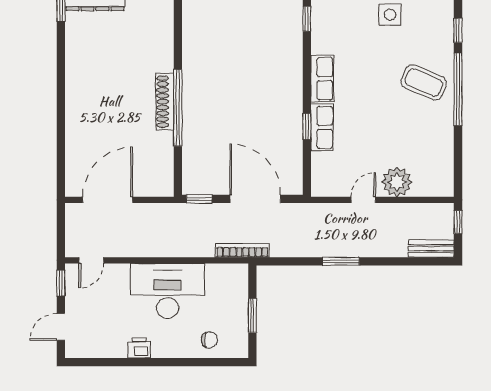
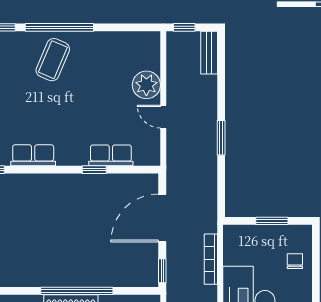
row of seats: (322, 79) -> (33, 155), moved
row of seats: (322, 127) -> (111, 155), moved
bookcase: (242, 250) -> (211, 259), moved

